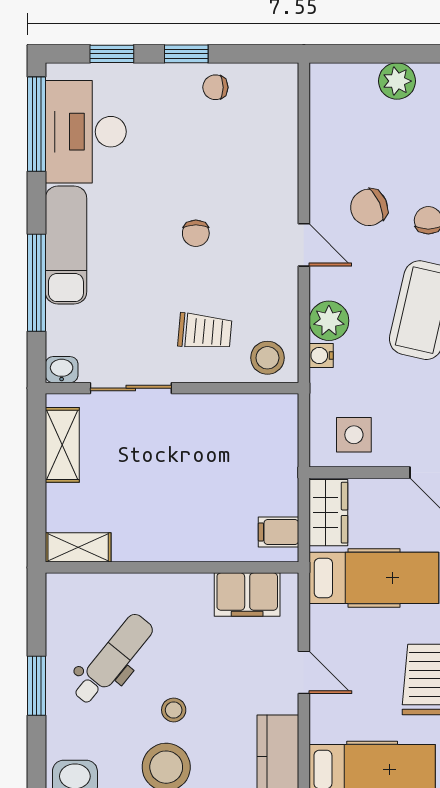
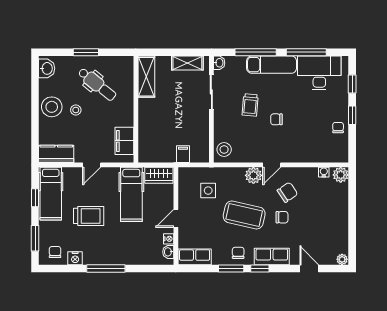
plant: (397, 81) -> (341, 175), moved
window: (36, 124) -> (306, 52), moved
chair: (369, 207) -> (287, 192), turned 80
plant: (329, 321) -> (253, 175), moved
trolley: (205, 331) -> (250, 105), moved
water cooler: (321, 355) -> (324, 172), moved
side table: (354, 435) -> (208, 191), moved
filing cabinet: (279, 532) -> (183, 154), moved
shelving: (78, 547) -> (146, 77), width x1.50, depth x1.33

